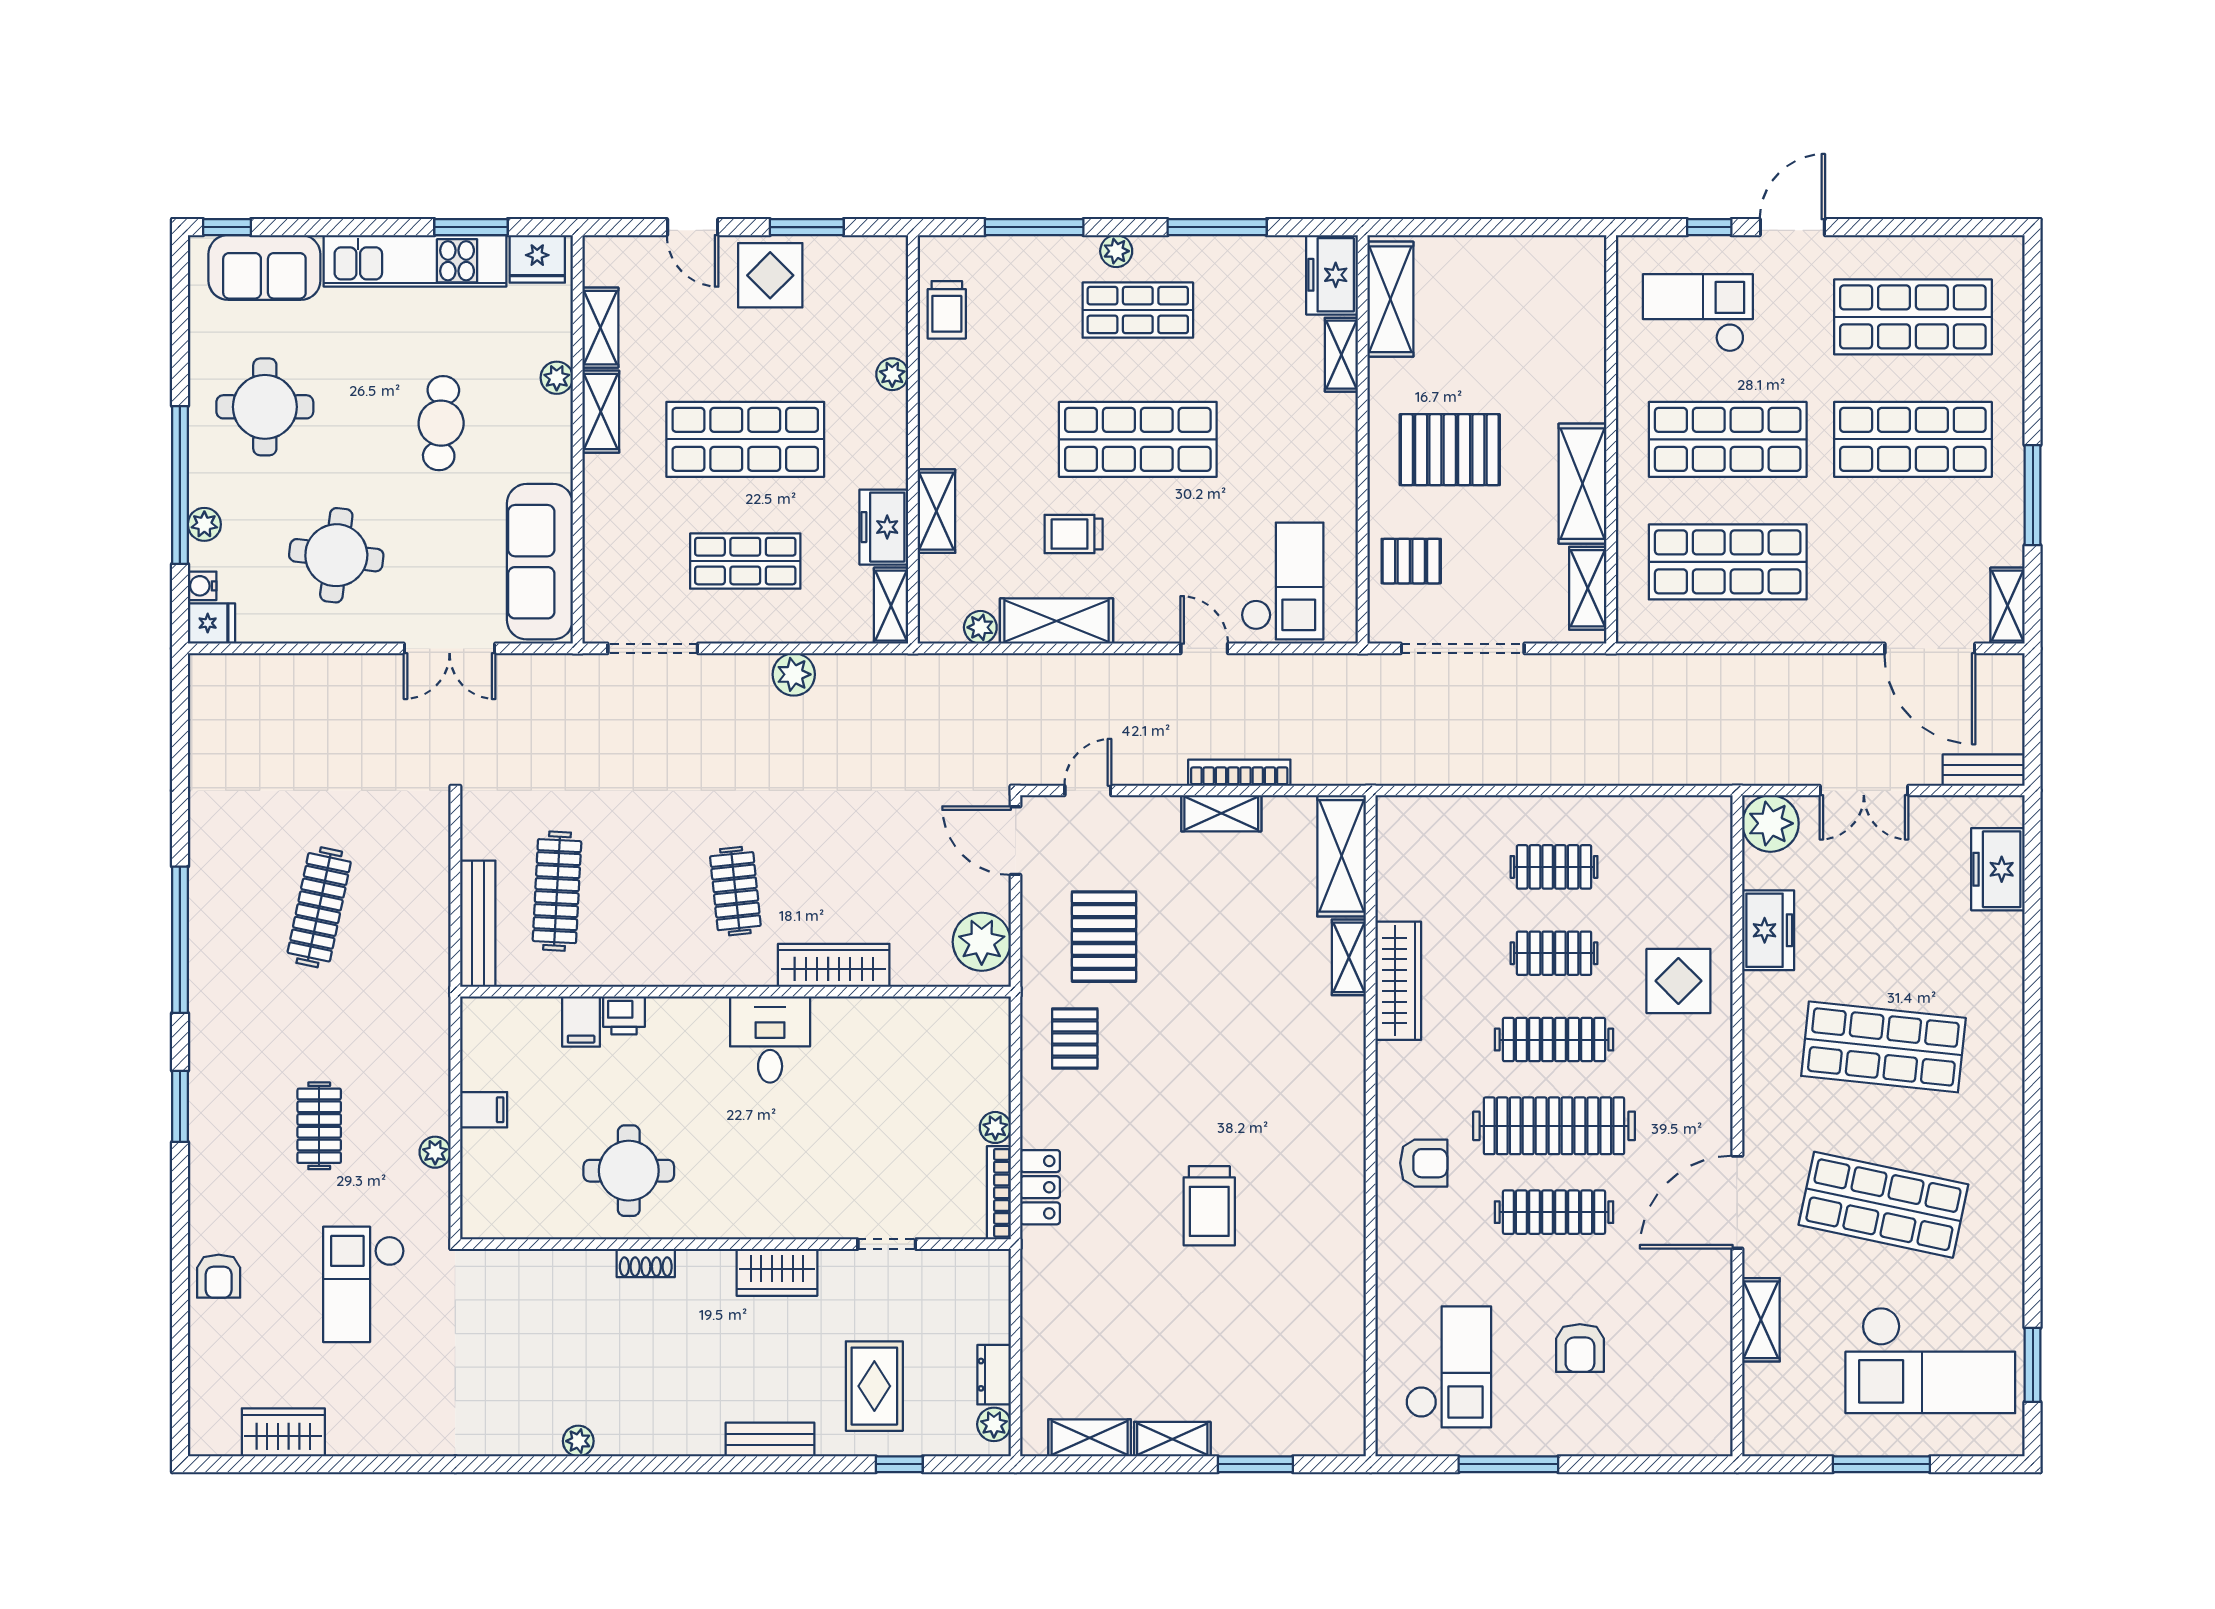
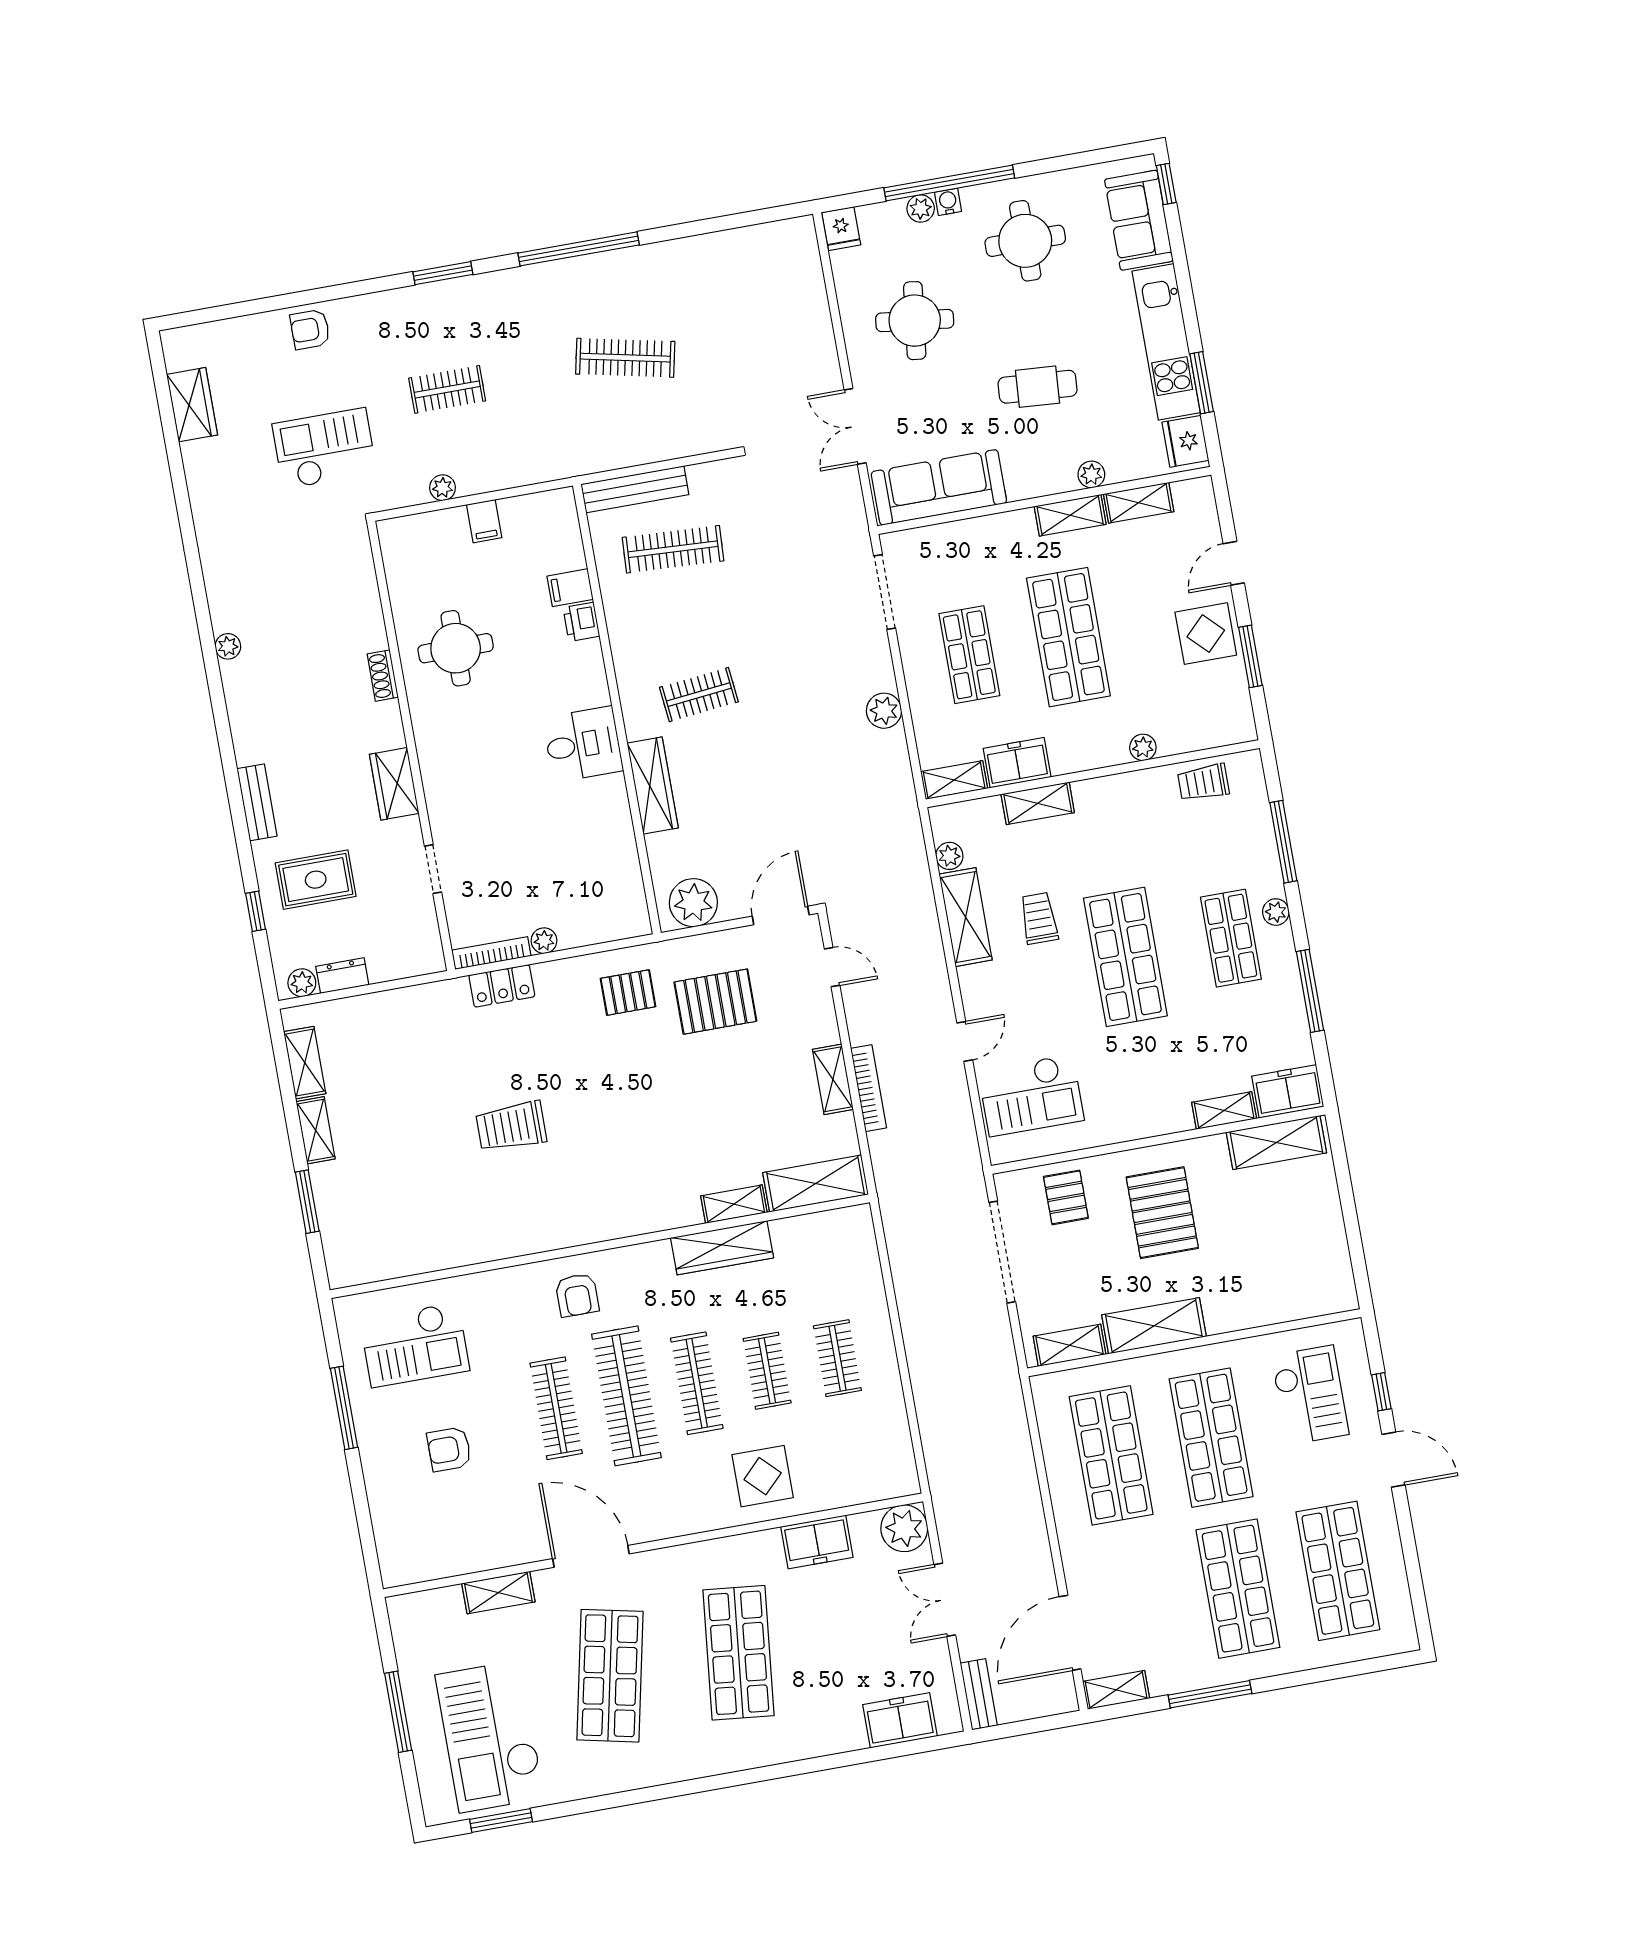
water cooler: (202, 586) -> (948, 202), moved

